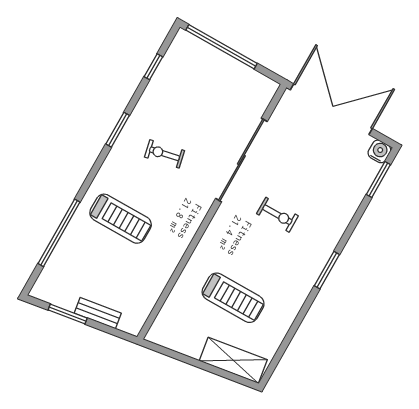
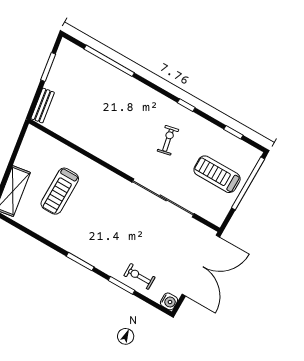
window: (118, 130) -> (186, 105), width x0.67
window: (378, 180) -> (121, 285), moved
exercise bike: (277, 215) -> (139, 276), moved, turned 90
treadmill: (121, 219) -> (217, 174), moved, turned 90
bench: (98, 313) -> (43, 105), moved

